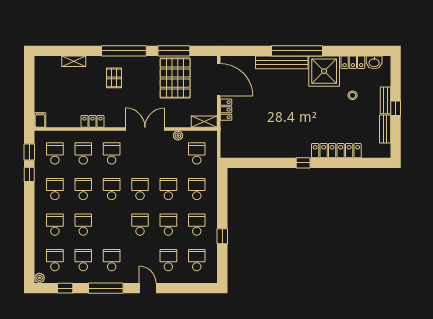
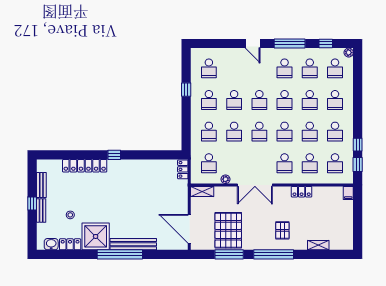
locker: (226, 110) -> (183, 169), moved
school desk: (168, 260) -> (285, 100), moved

